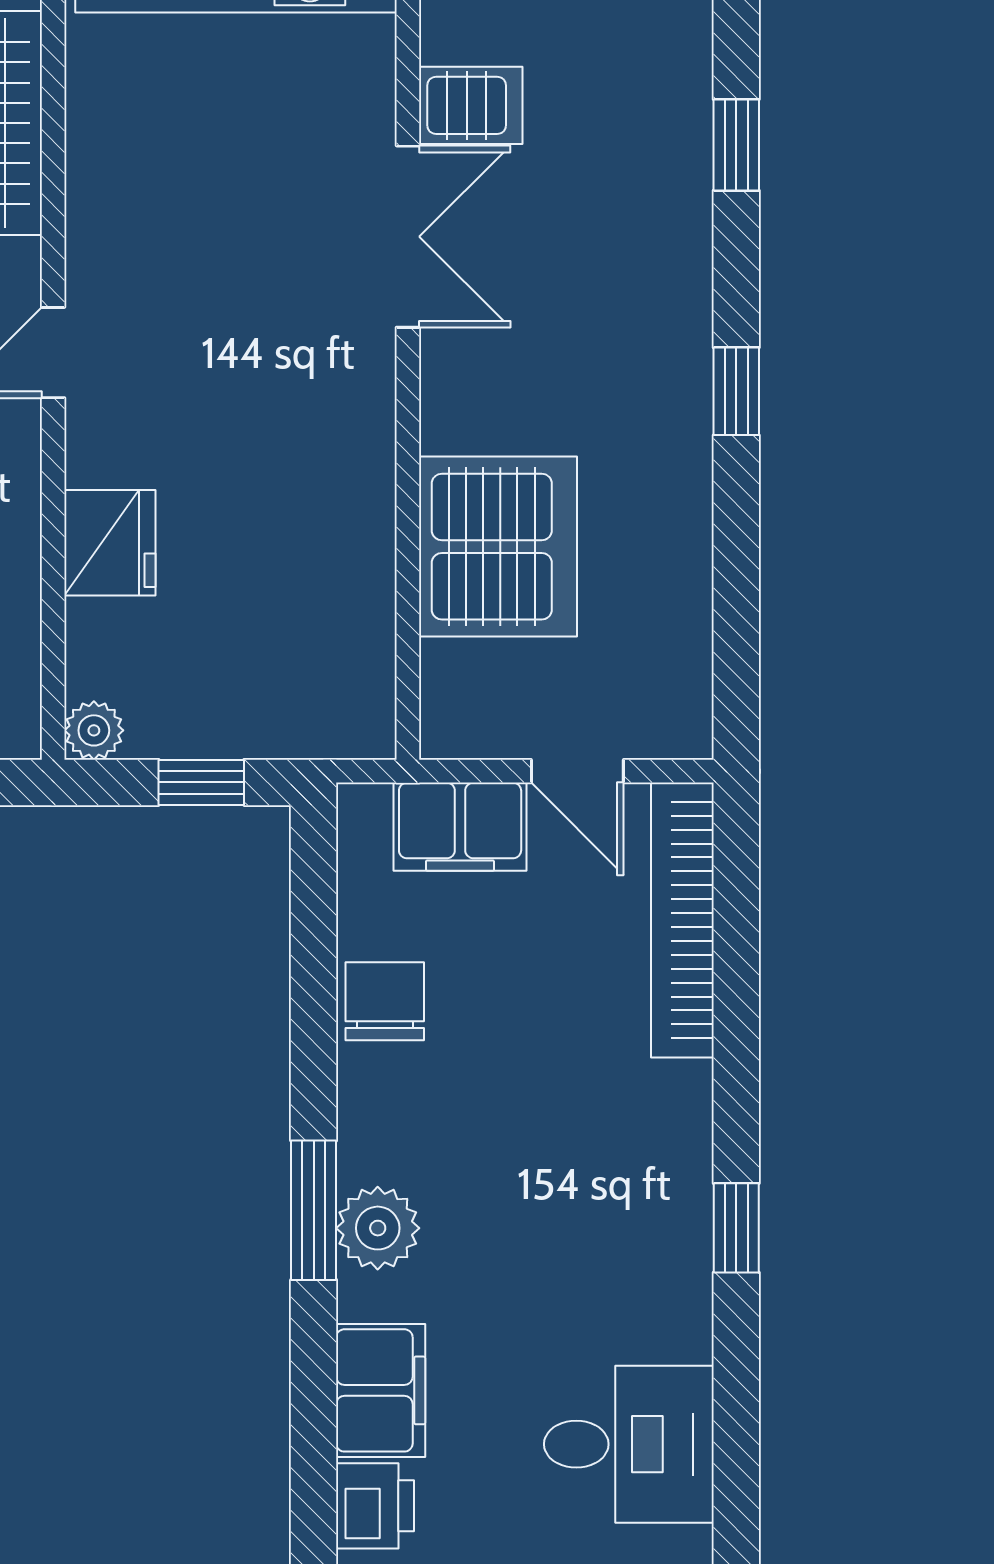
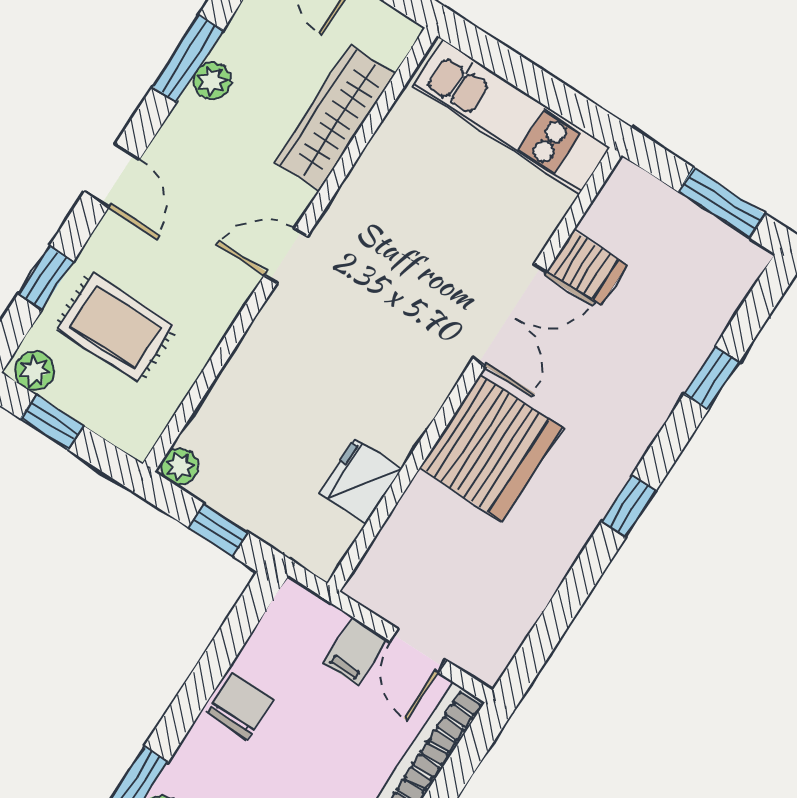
fridge: (110, 543) -> (361, 481), moved, turned 180
server rack: (498, 547) -> (491, 448), moved
filing cabinet: (460, 827) -> (355, 651), width x0.50

